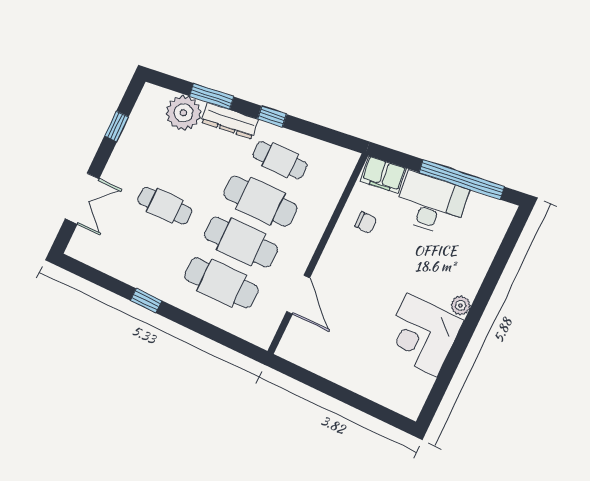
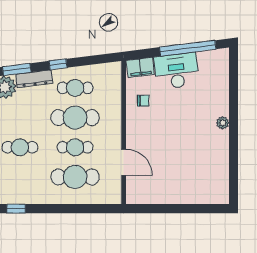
cafe table: (241, 242) -> (75, 147), width x0.73, depth x0.74
window: (146, 301) -> (16, 209), moved
corner desk: (422, 335) -> (208, 151), removed

